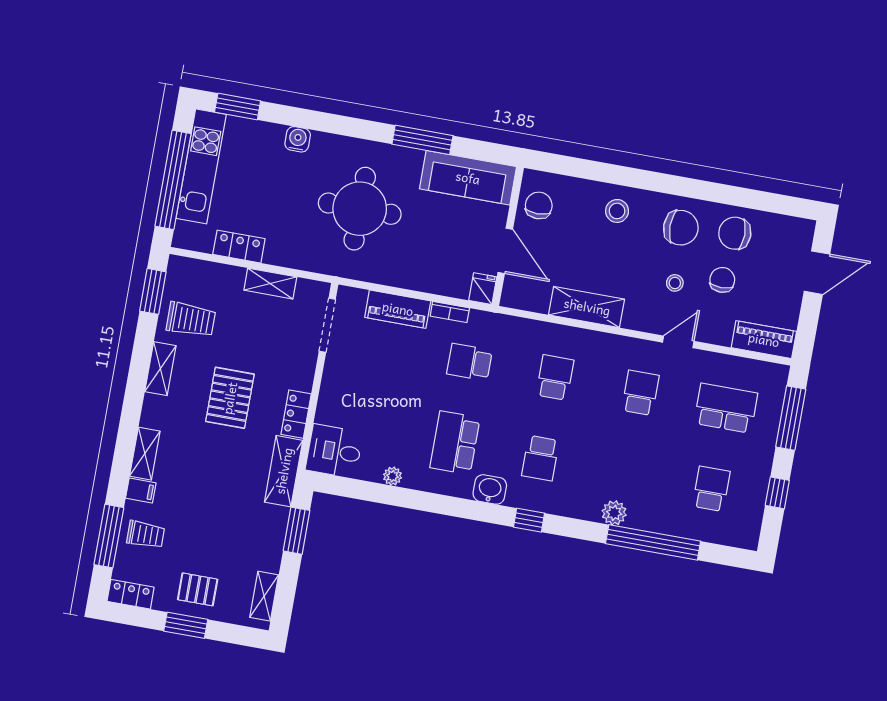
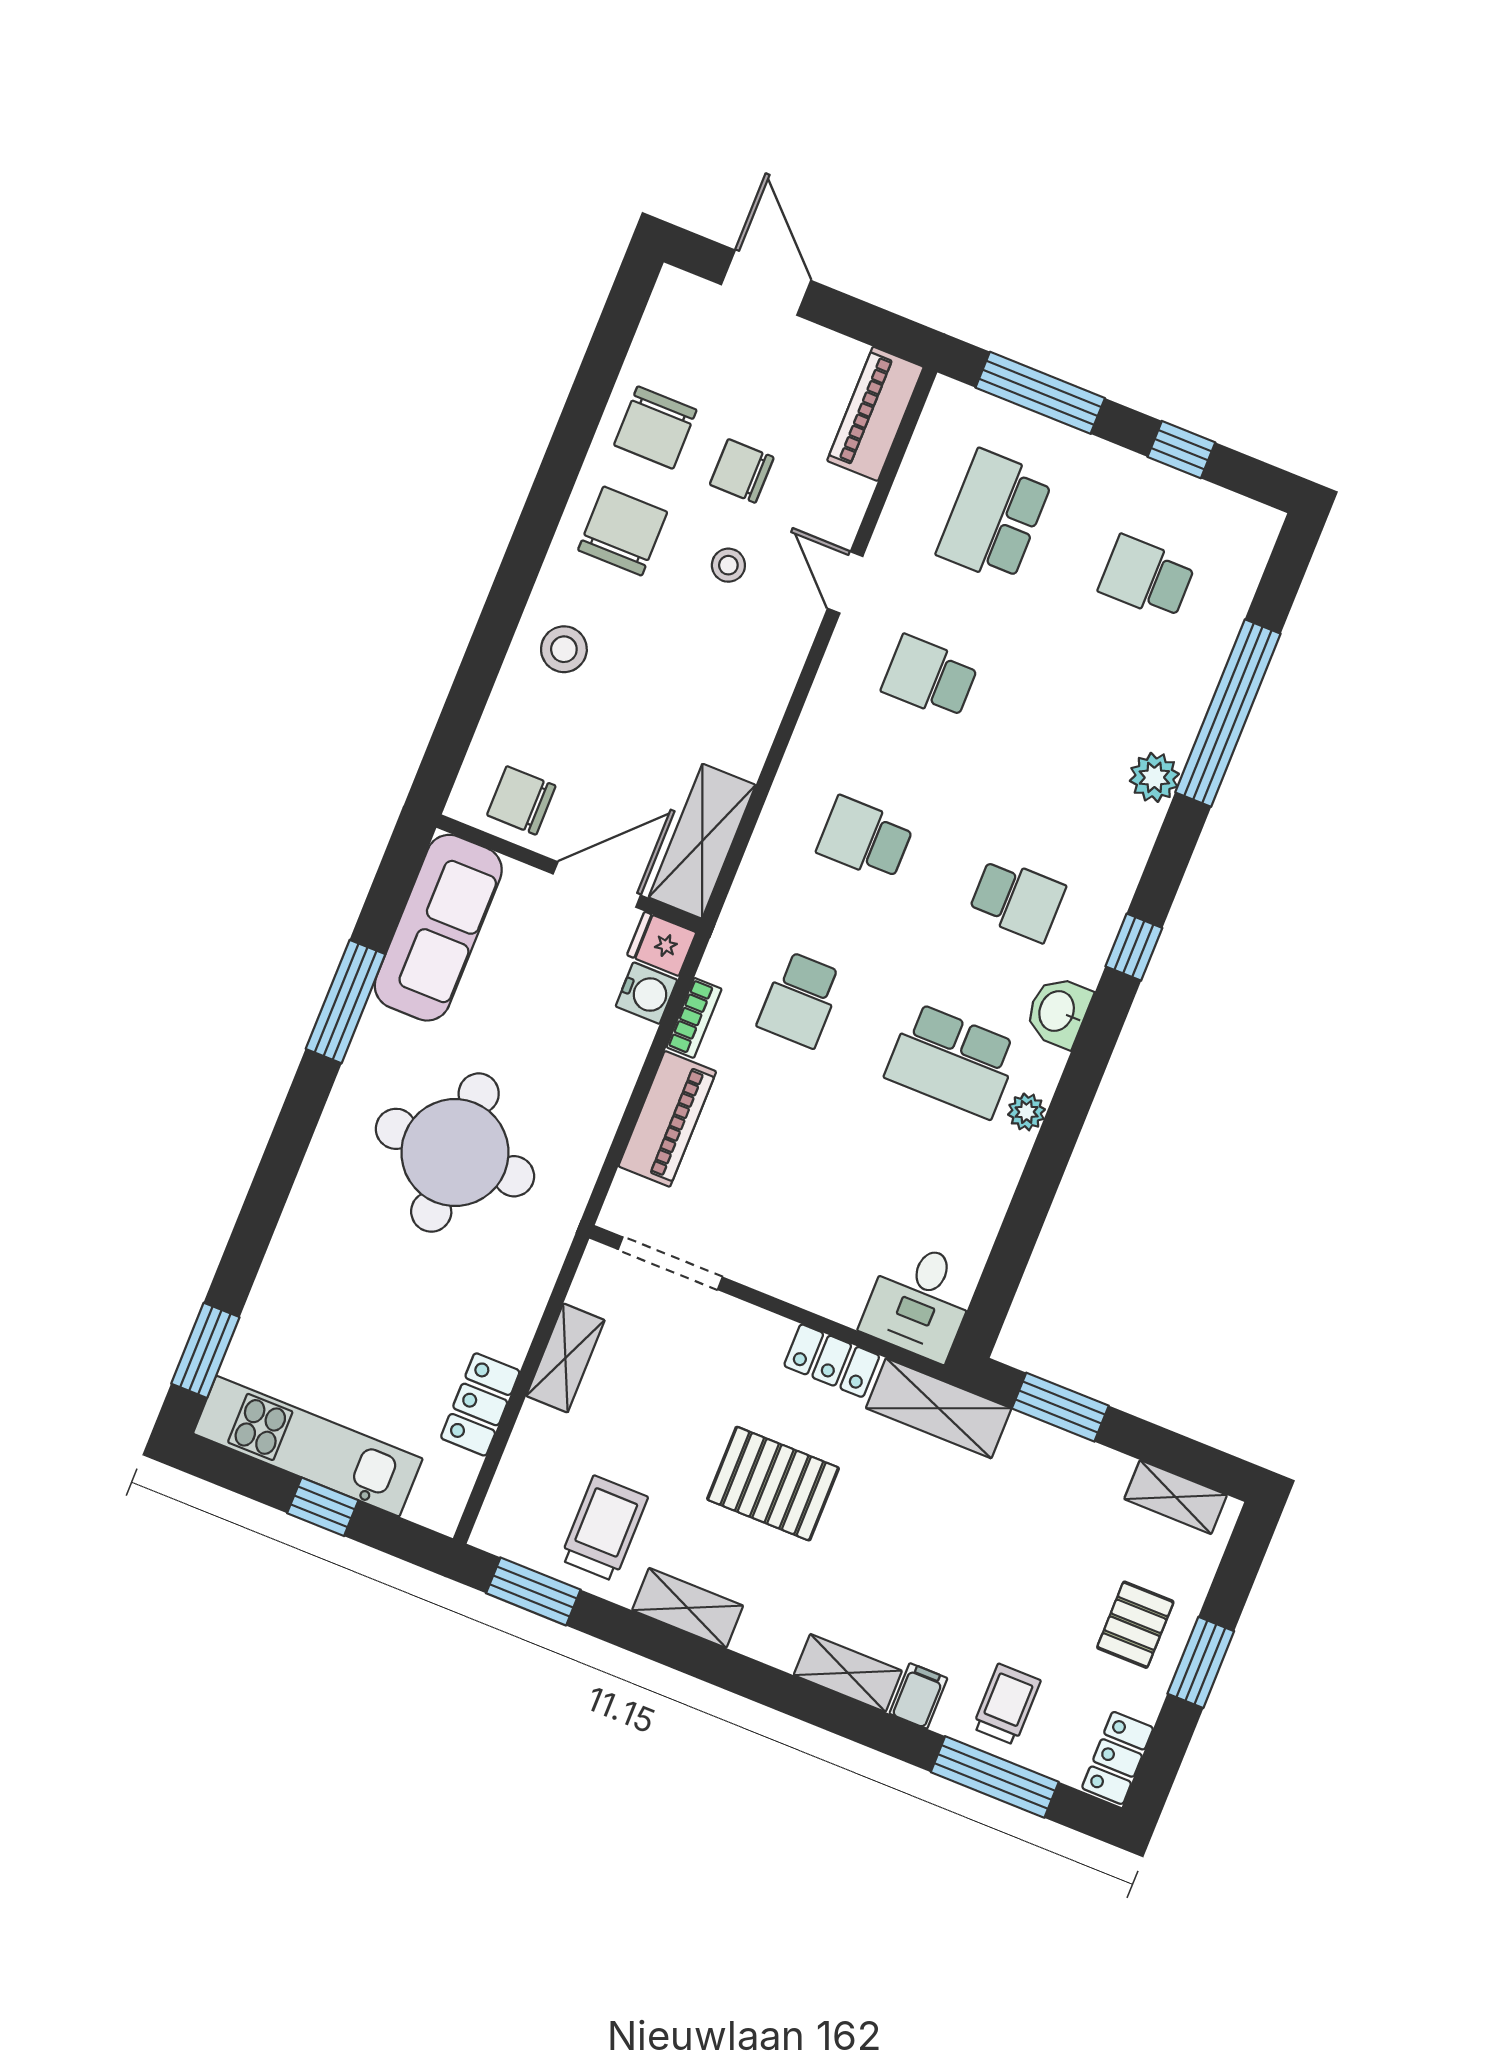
water cooler: (298, 139) -> (646, 993), moved, turned 180
window: (173, 180) -> (323, 1507), width x0.32
shelving: (587, 307) -> (702, 841), moved
plant: (392, 476) -> (1027, 1112), moved

